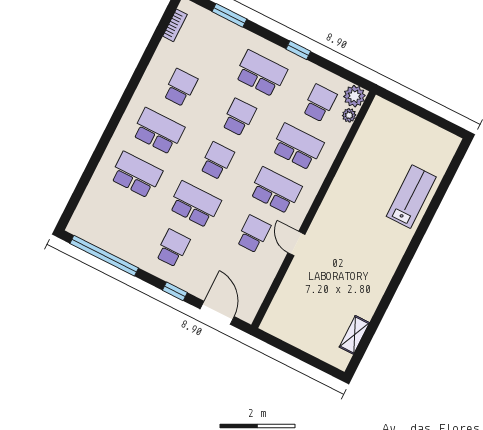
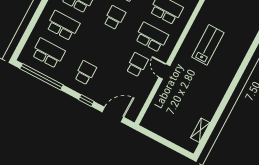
lab bench: (411, 197) -> (208, 45), moved
school desk: (195, 204) -> (48, 53), moved
door: (217, 313) -> (113, 115), hinge flipped

